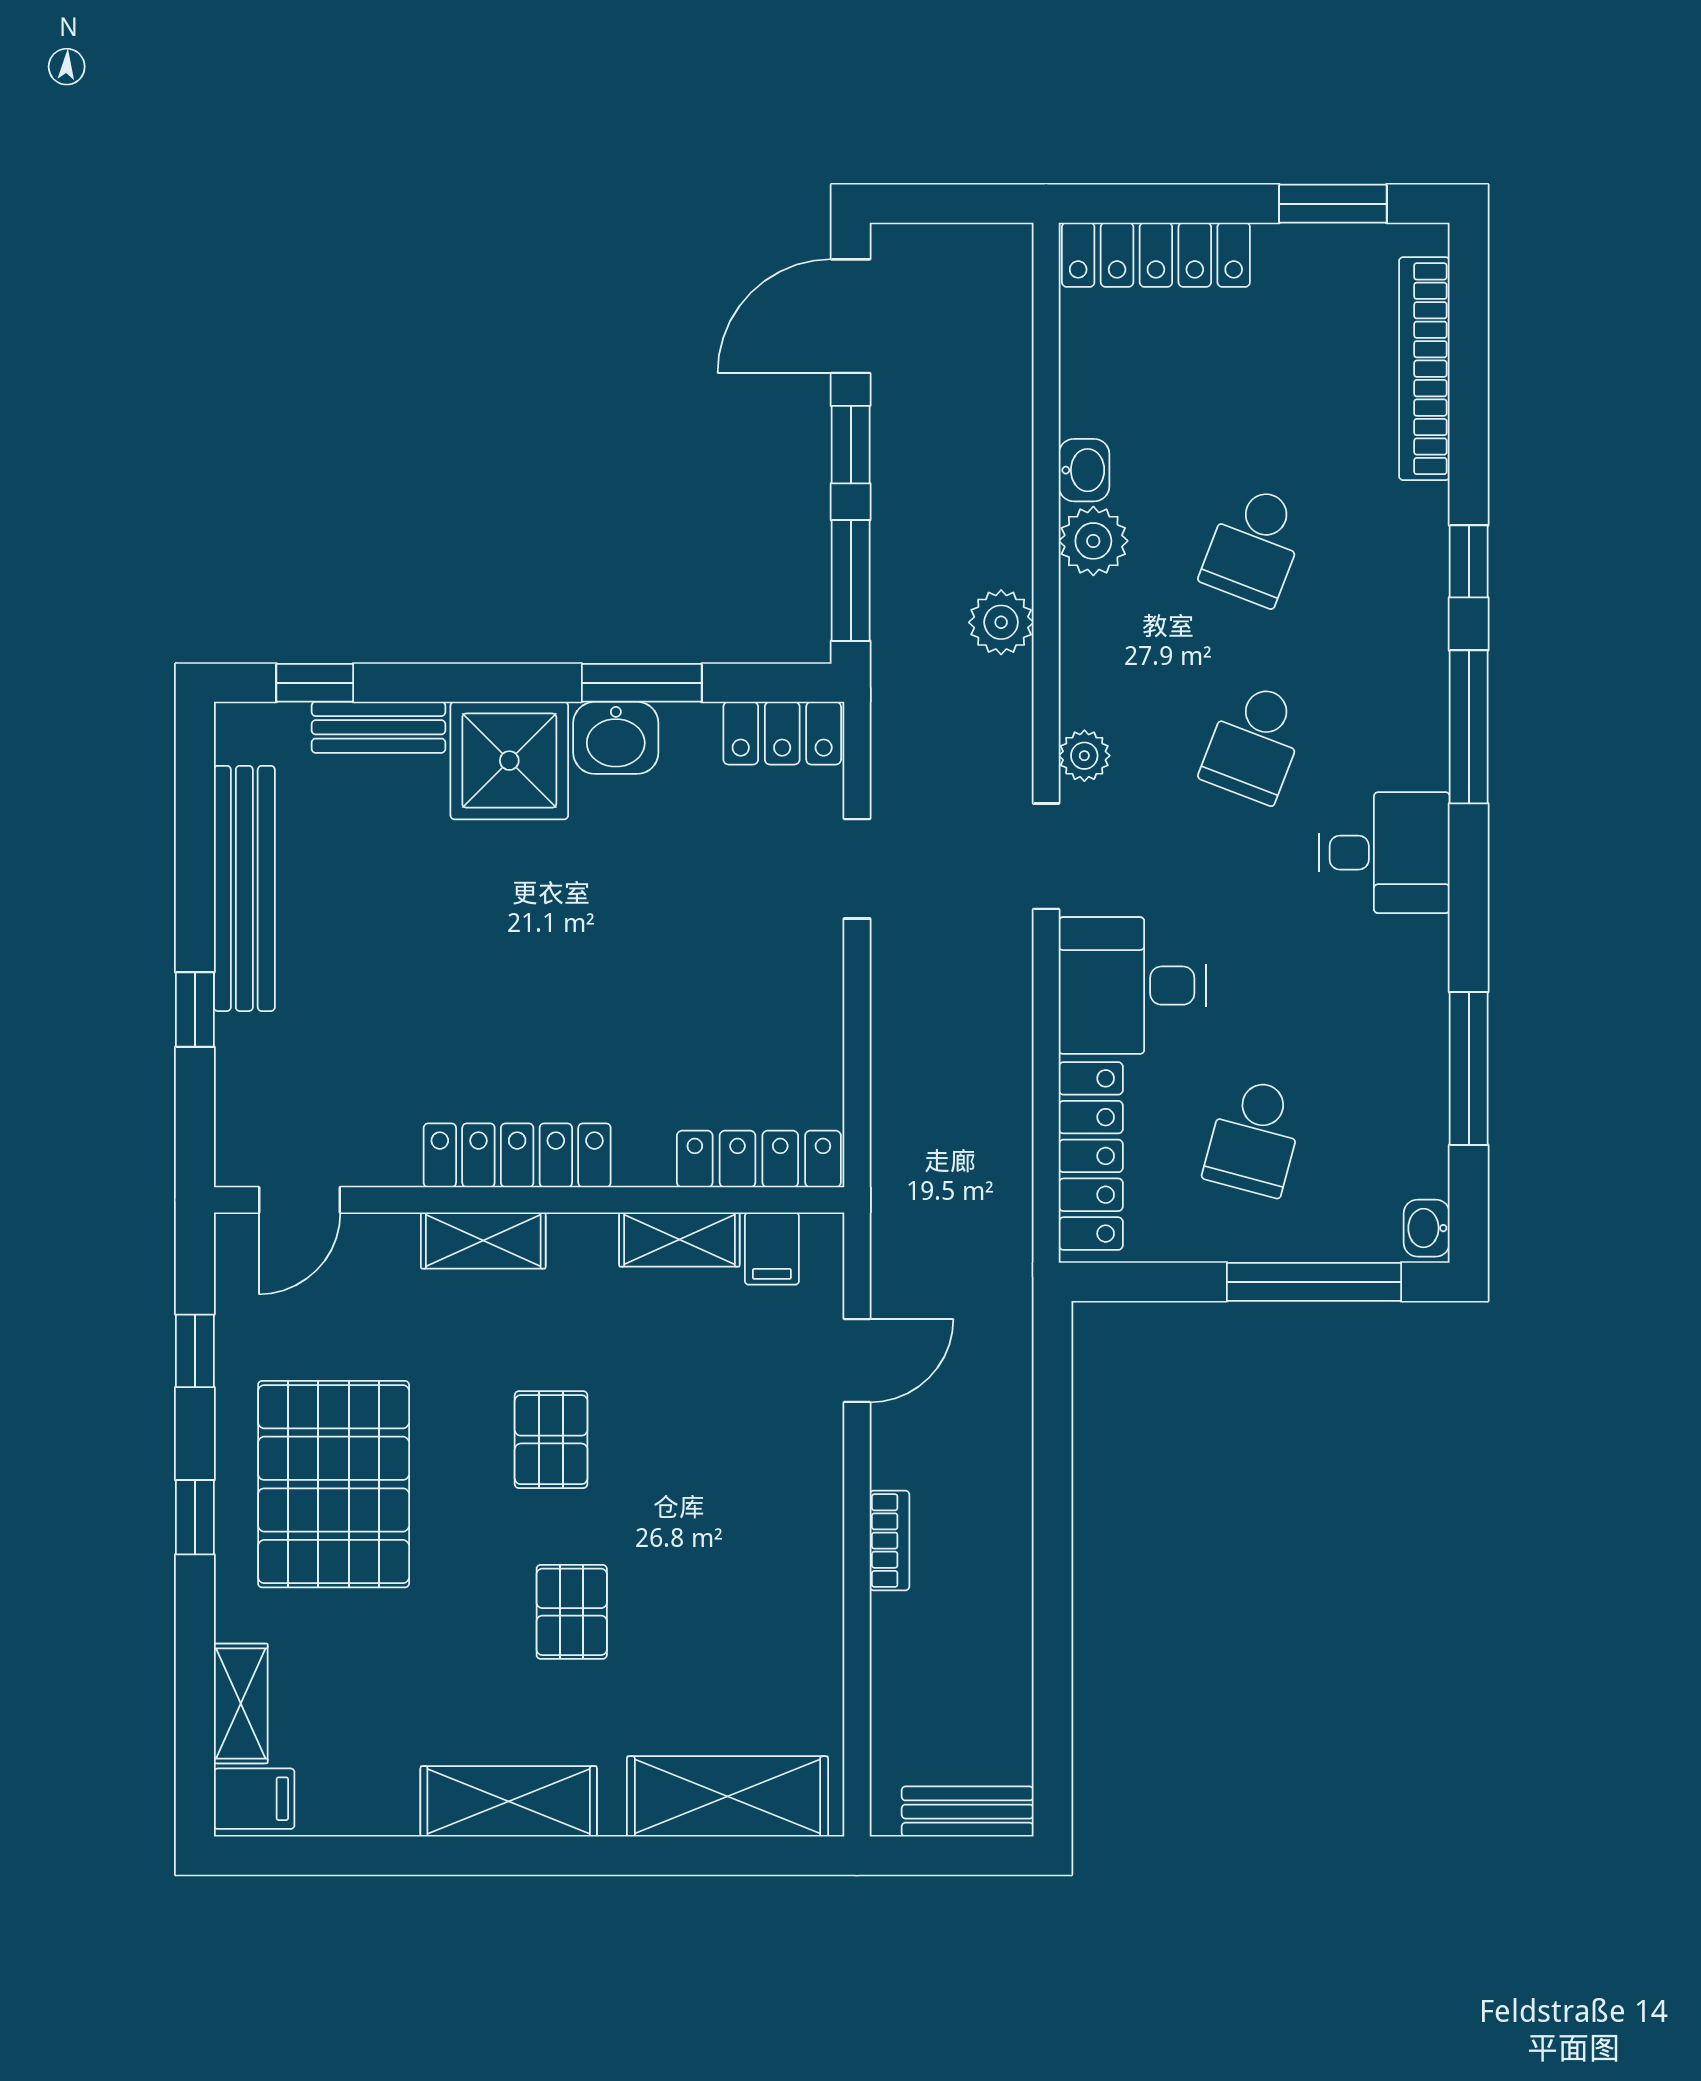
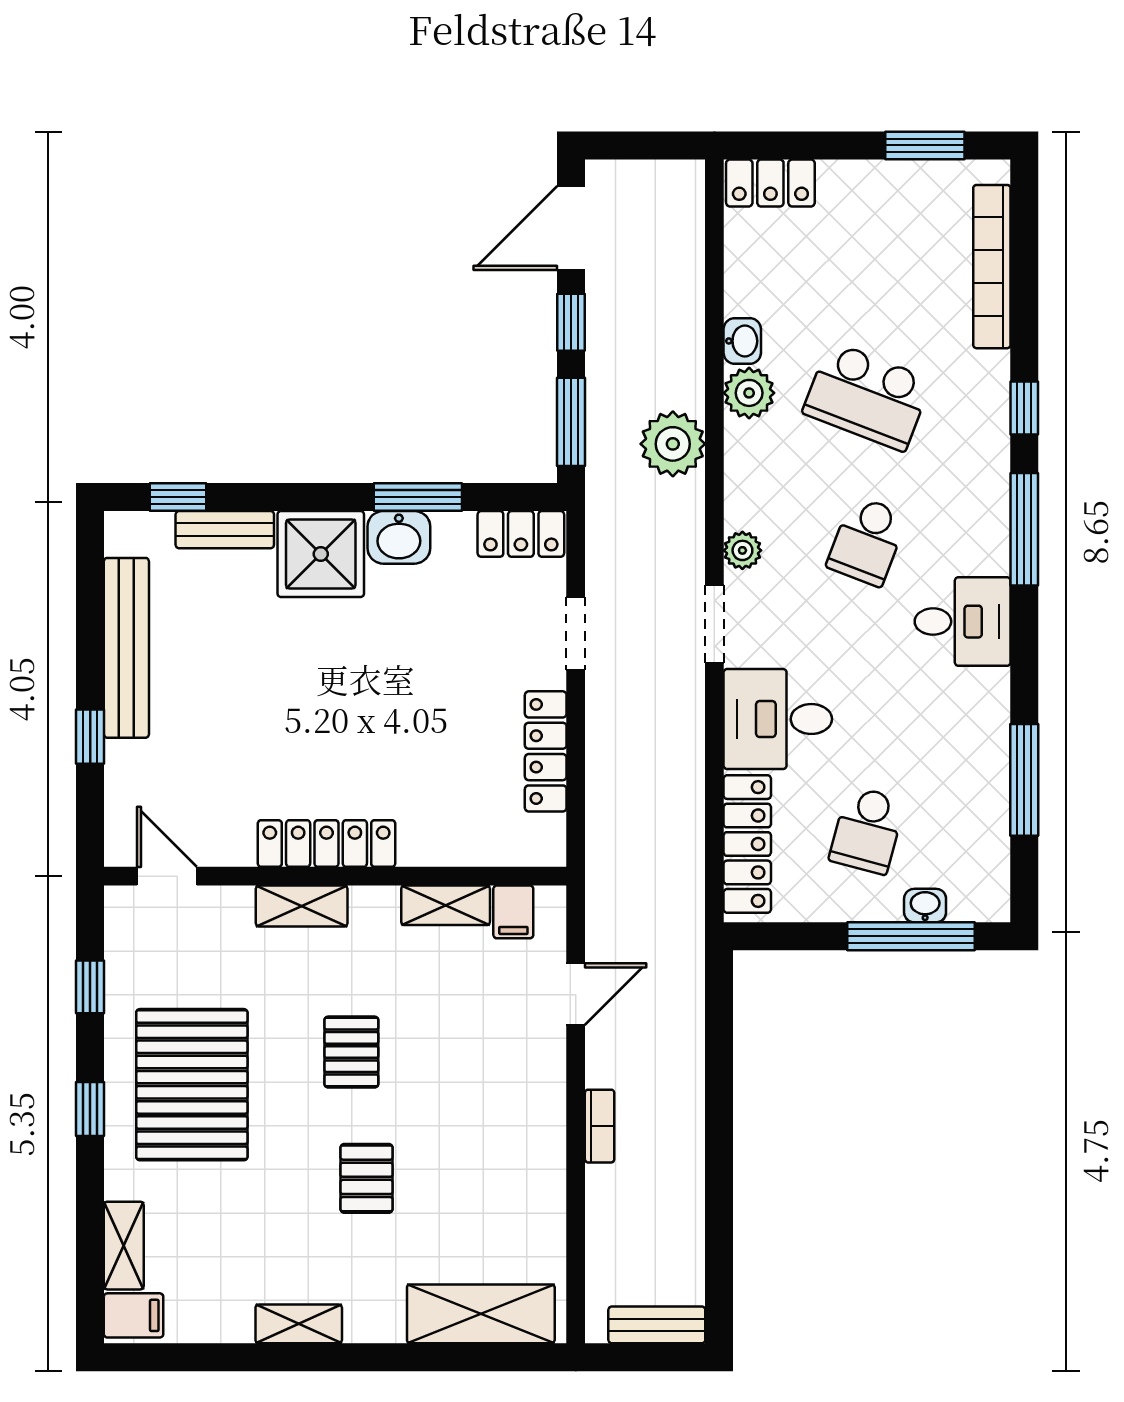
locker: (1156, 255) -> (770, 183), width x0.66
school desk: (1254, 546) -> (867, 396), width x1.85
plant: (1001, 622) -> (673, 444), width x1.36, depth x1.36
locker: (759, 1159) -> (546, 751), moved, turned -90
door: (300, 1200) -> (167, 876), swing flipped
washbasin: (1427, 1228) -> (925, 906), moved, turned 90
shelving: (509, 1801) -> (299, 1324), width x0.67, depth x0.75

